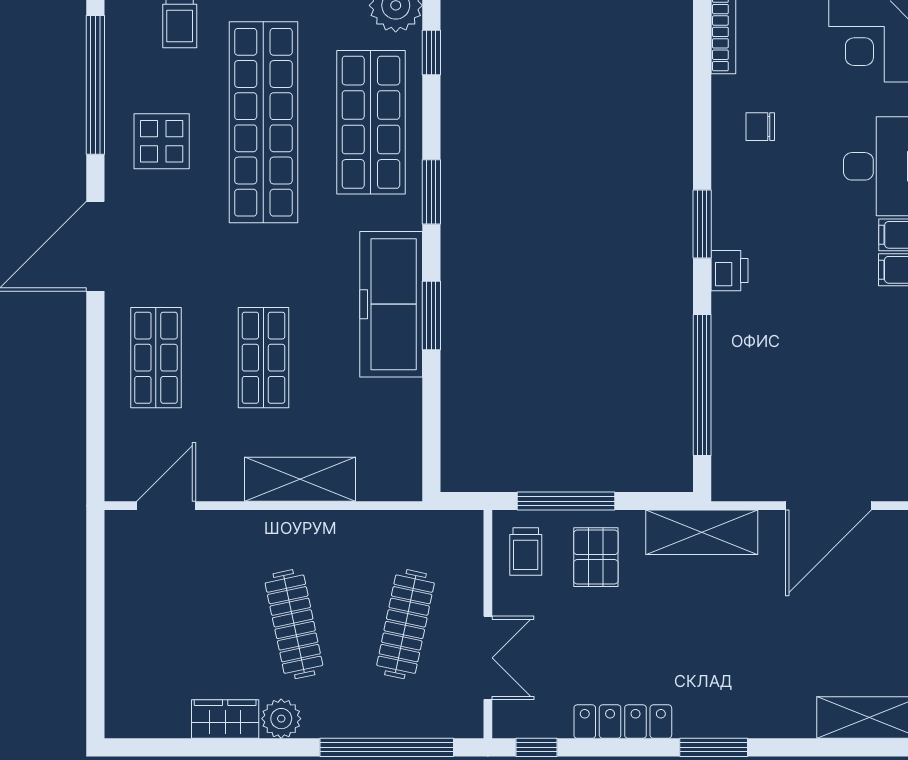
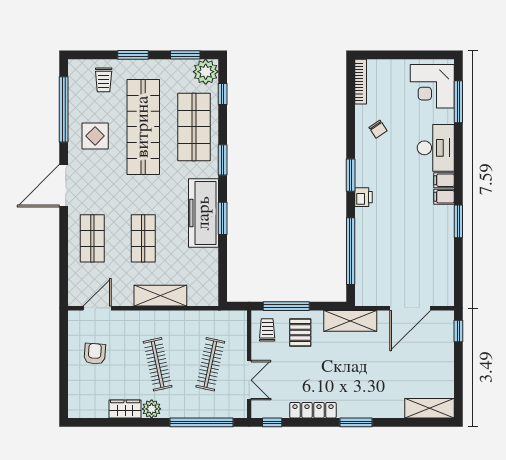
chair: (760, 127) -> (378, 129), turned -124
trolley: (526, 552) -> (267, 330), turned 180
armchair: (161, 602) -> (95, 354), added

